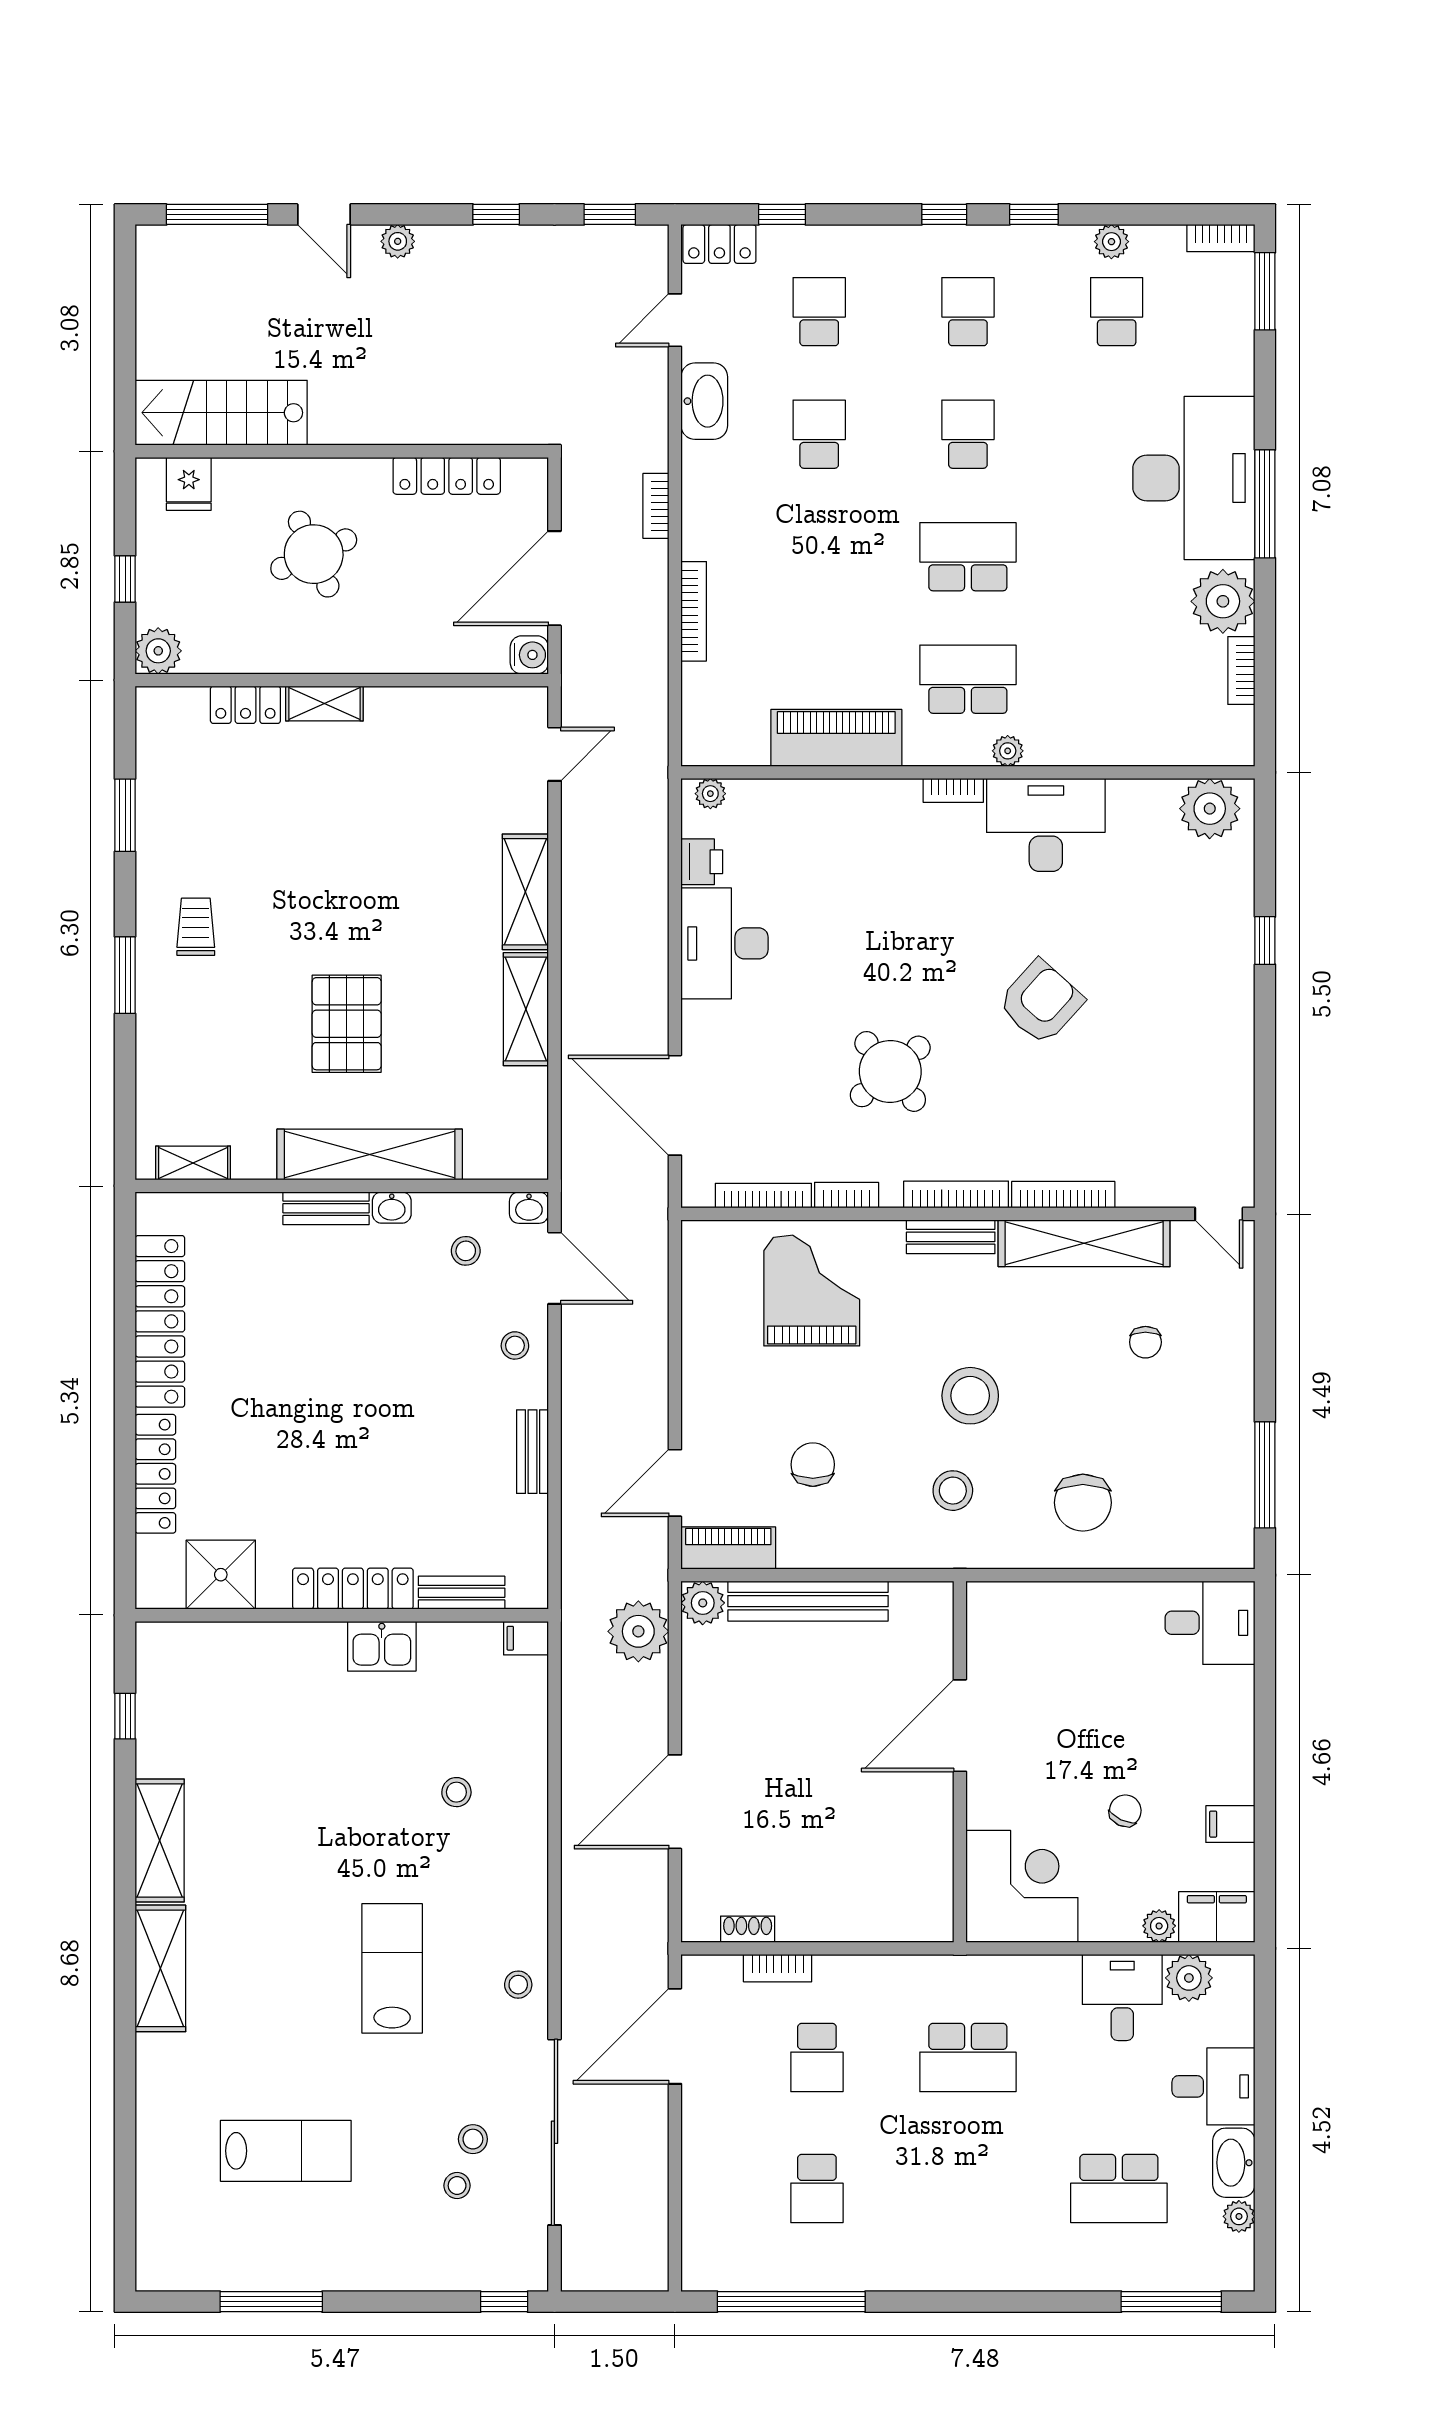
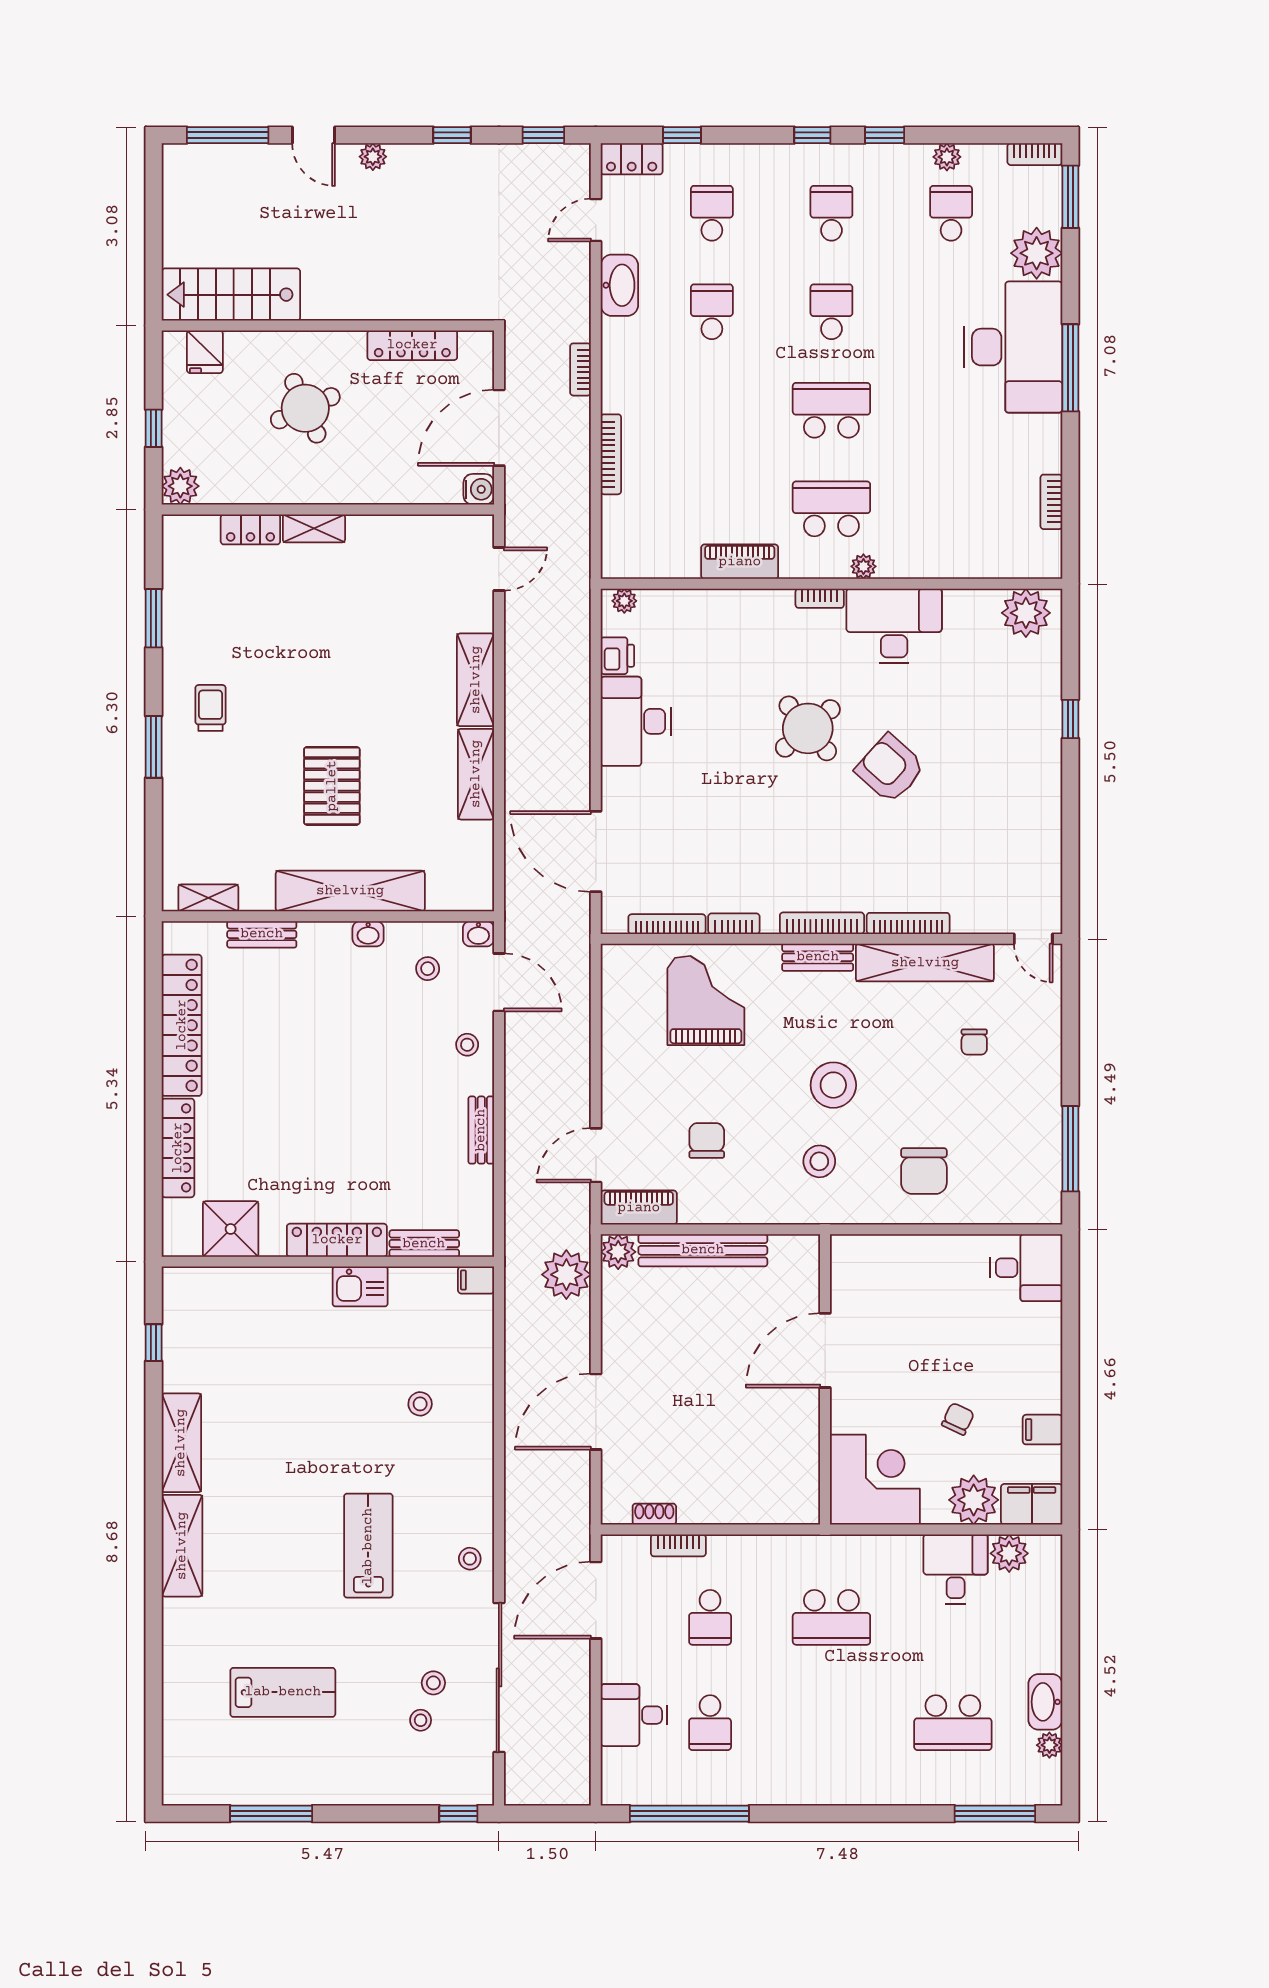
plant: (1223, 601) -> (1037, 253), moved
piano: (836, 738) -> (740, 562), width x0.73, depth x0.75
armchair: (1041, 1002) -> (890, 769), turned -90
round table: (890, 1071) -> (808, 728), moved
bench: (326, 1208) -> (262, 934), moved
plant: (1159, 1926) -> (974, 1500), width x1.88, depth x1.88
desk: (1213, 2086) -> (634, 1715), moved, turned 180

